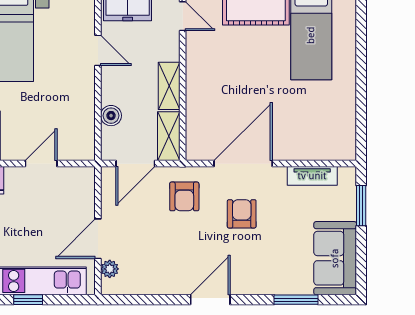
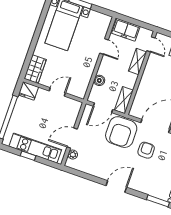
shelving: (169, 86) -> (138, 62), moved
armchair: (184, 196) -> (121, 132), width x1.88, depth x1.88

